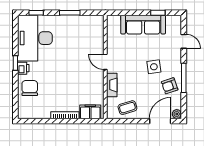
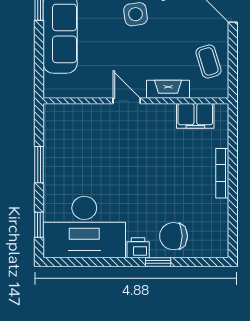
door: (105, 62) -> (127, 101), swing flipped
window: (15, 63) -> (158, 262), moved
filing cabinet: (90, 112) -> (195, 116), moved, turned -90

